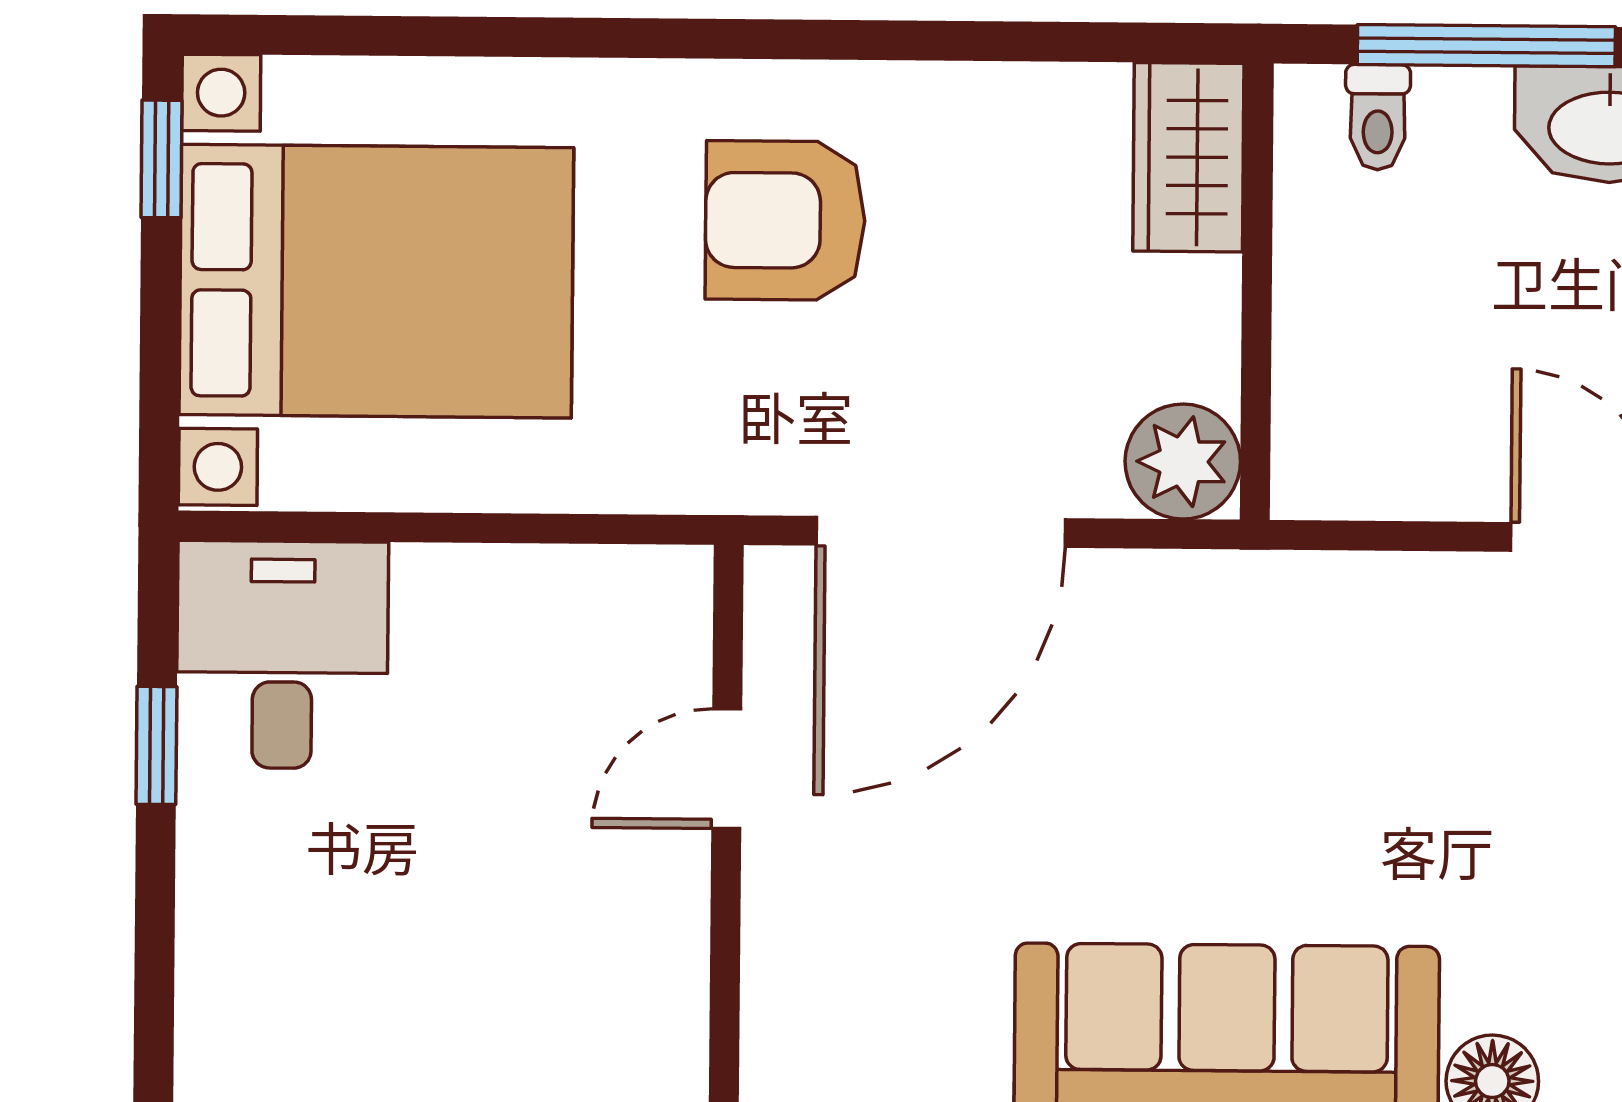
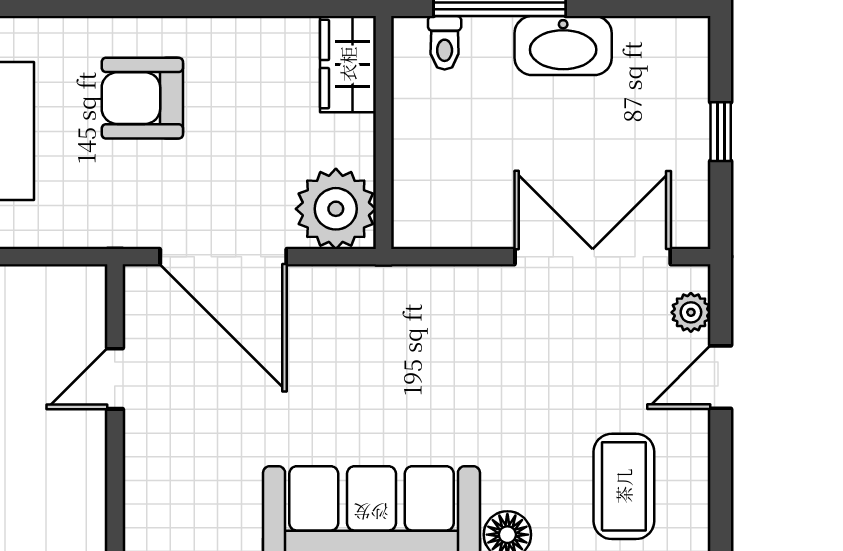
plant: (1183, 462) -> (336, 209), width x1.36, depth x1.36
door: (941, 532) -> (223, 257), hinge flipped

